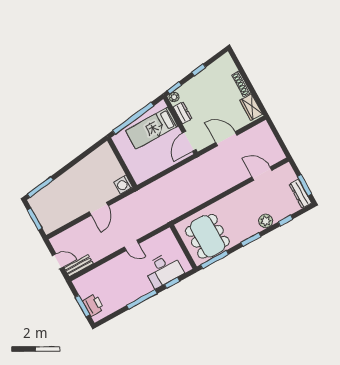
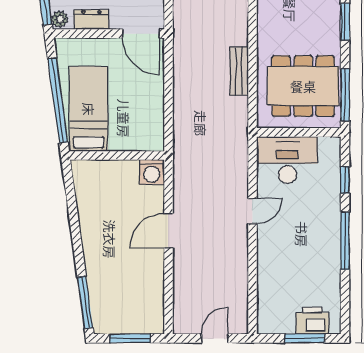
bed: (152, 128) -> (89, 109), moved, turned 180
door: (99, 209) -> (168, 231), swing flipped
bench: (79, 266) -> (239, 71), moved
desk: (163, 270) -> (287, 160), moved, turned -90

